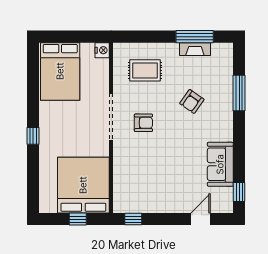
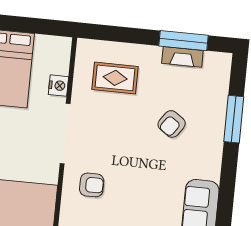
nightstand: (102, 50) -> (58, 86), moved
armchair: (143, 123) -> (92, 185), moved

